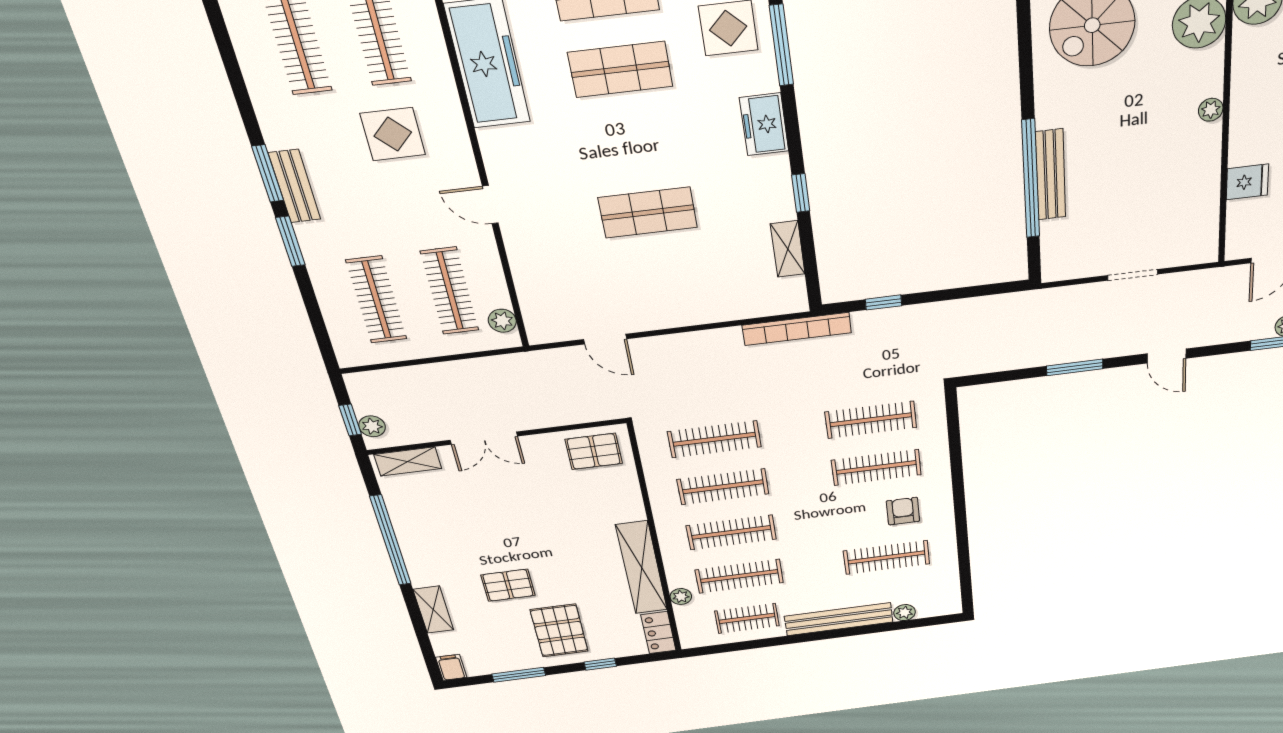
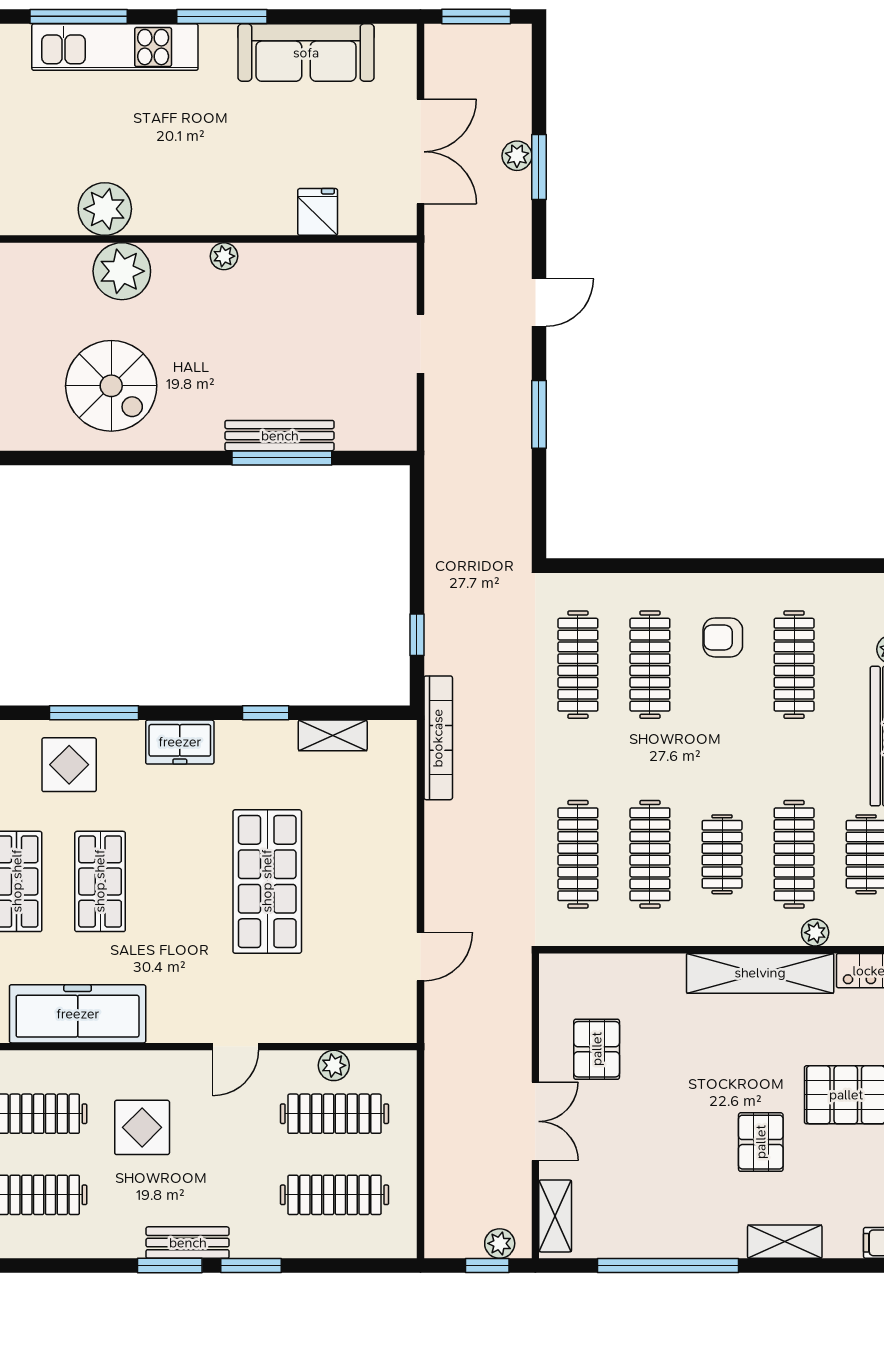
window: (1031, 179) -> (282, 458), width x0.68
shop shelf: (648, 212) -> (267, 881), width x1.43, depth x1.36
plant: (502, 321) -> (334, 1065), moved
pallet: (594, 451) -> (597, 1049), moved
clothes rail: (731, 532) -> (722, 854), width x0.73

